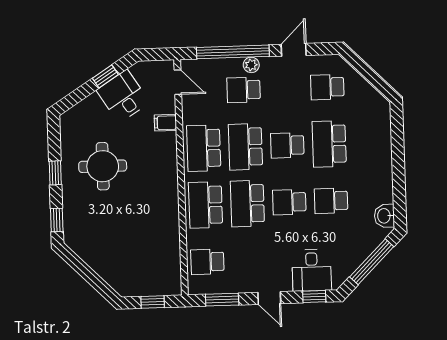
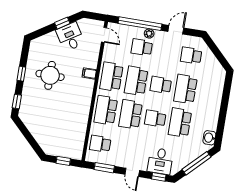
filing cabinet: (165, 123) -> (89, 73), moved
school desk: (331, 201) -> (180, 123), width x1.85

